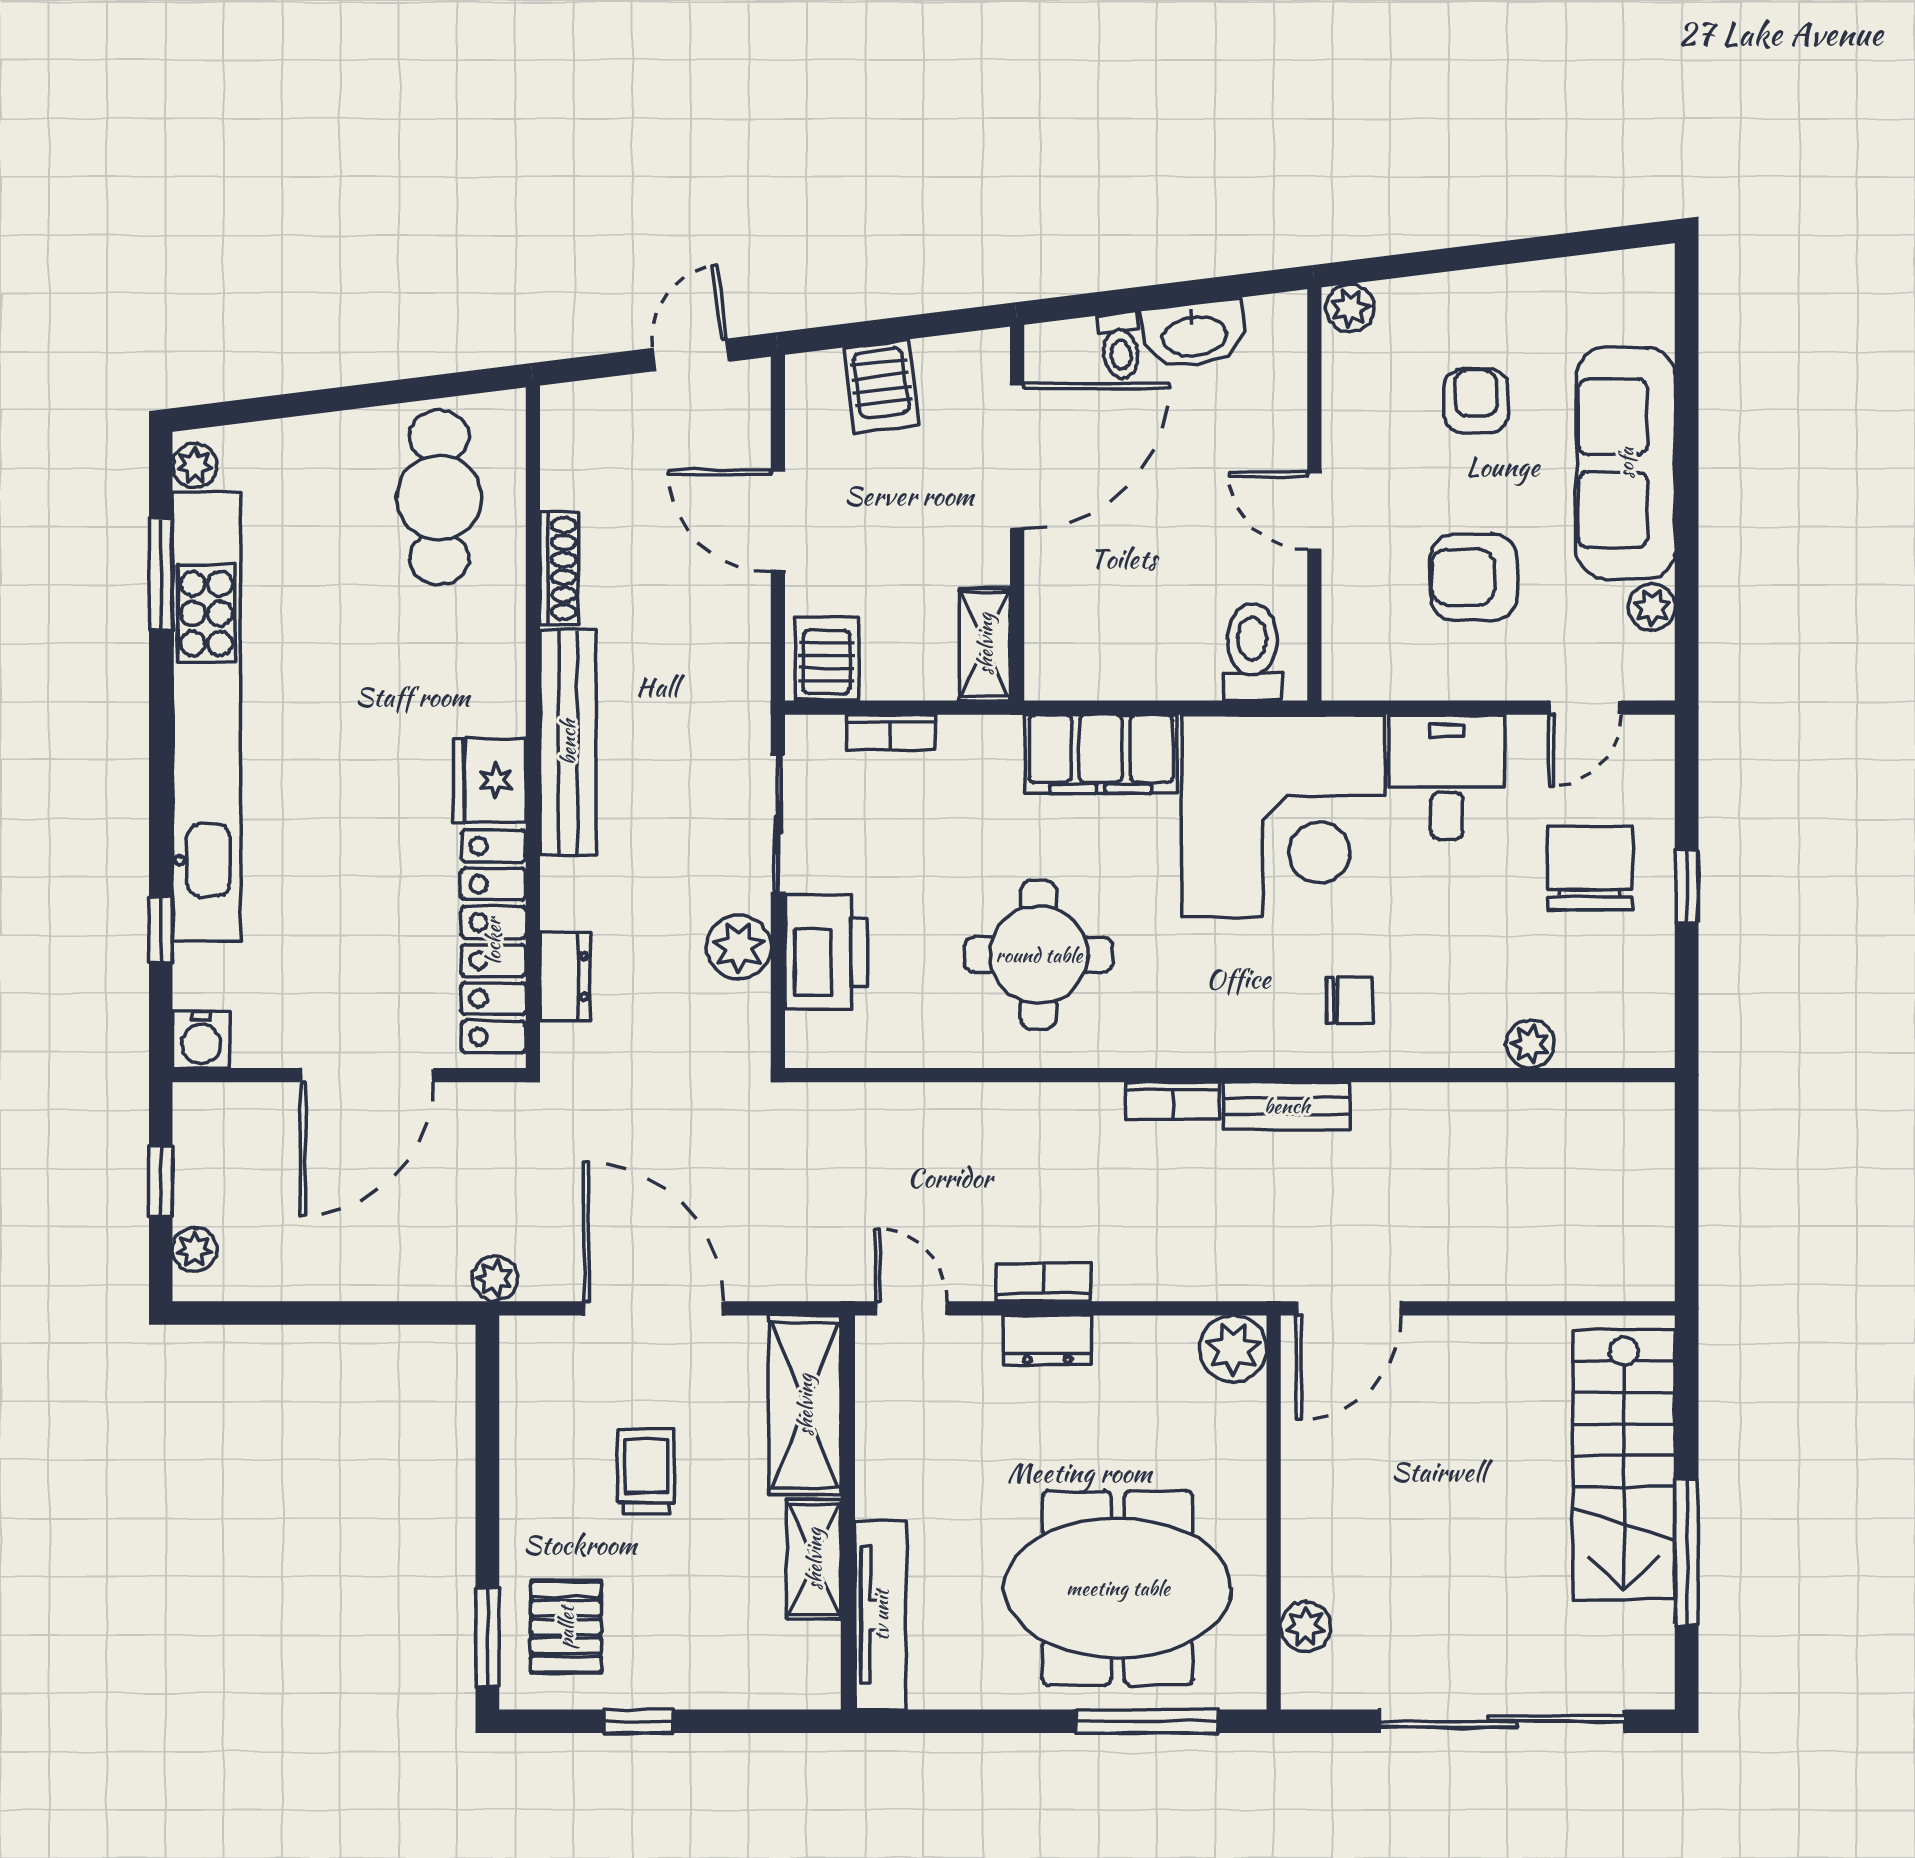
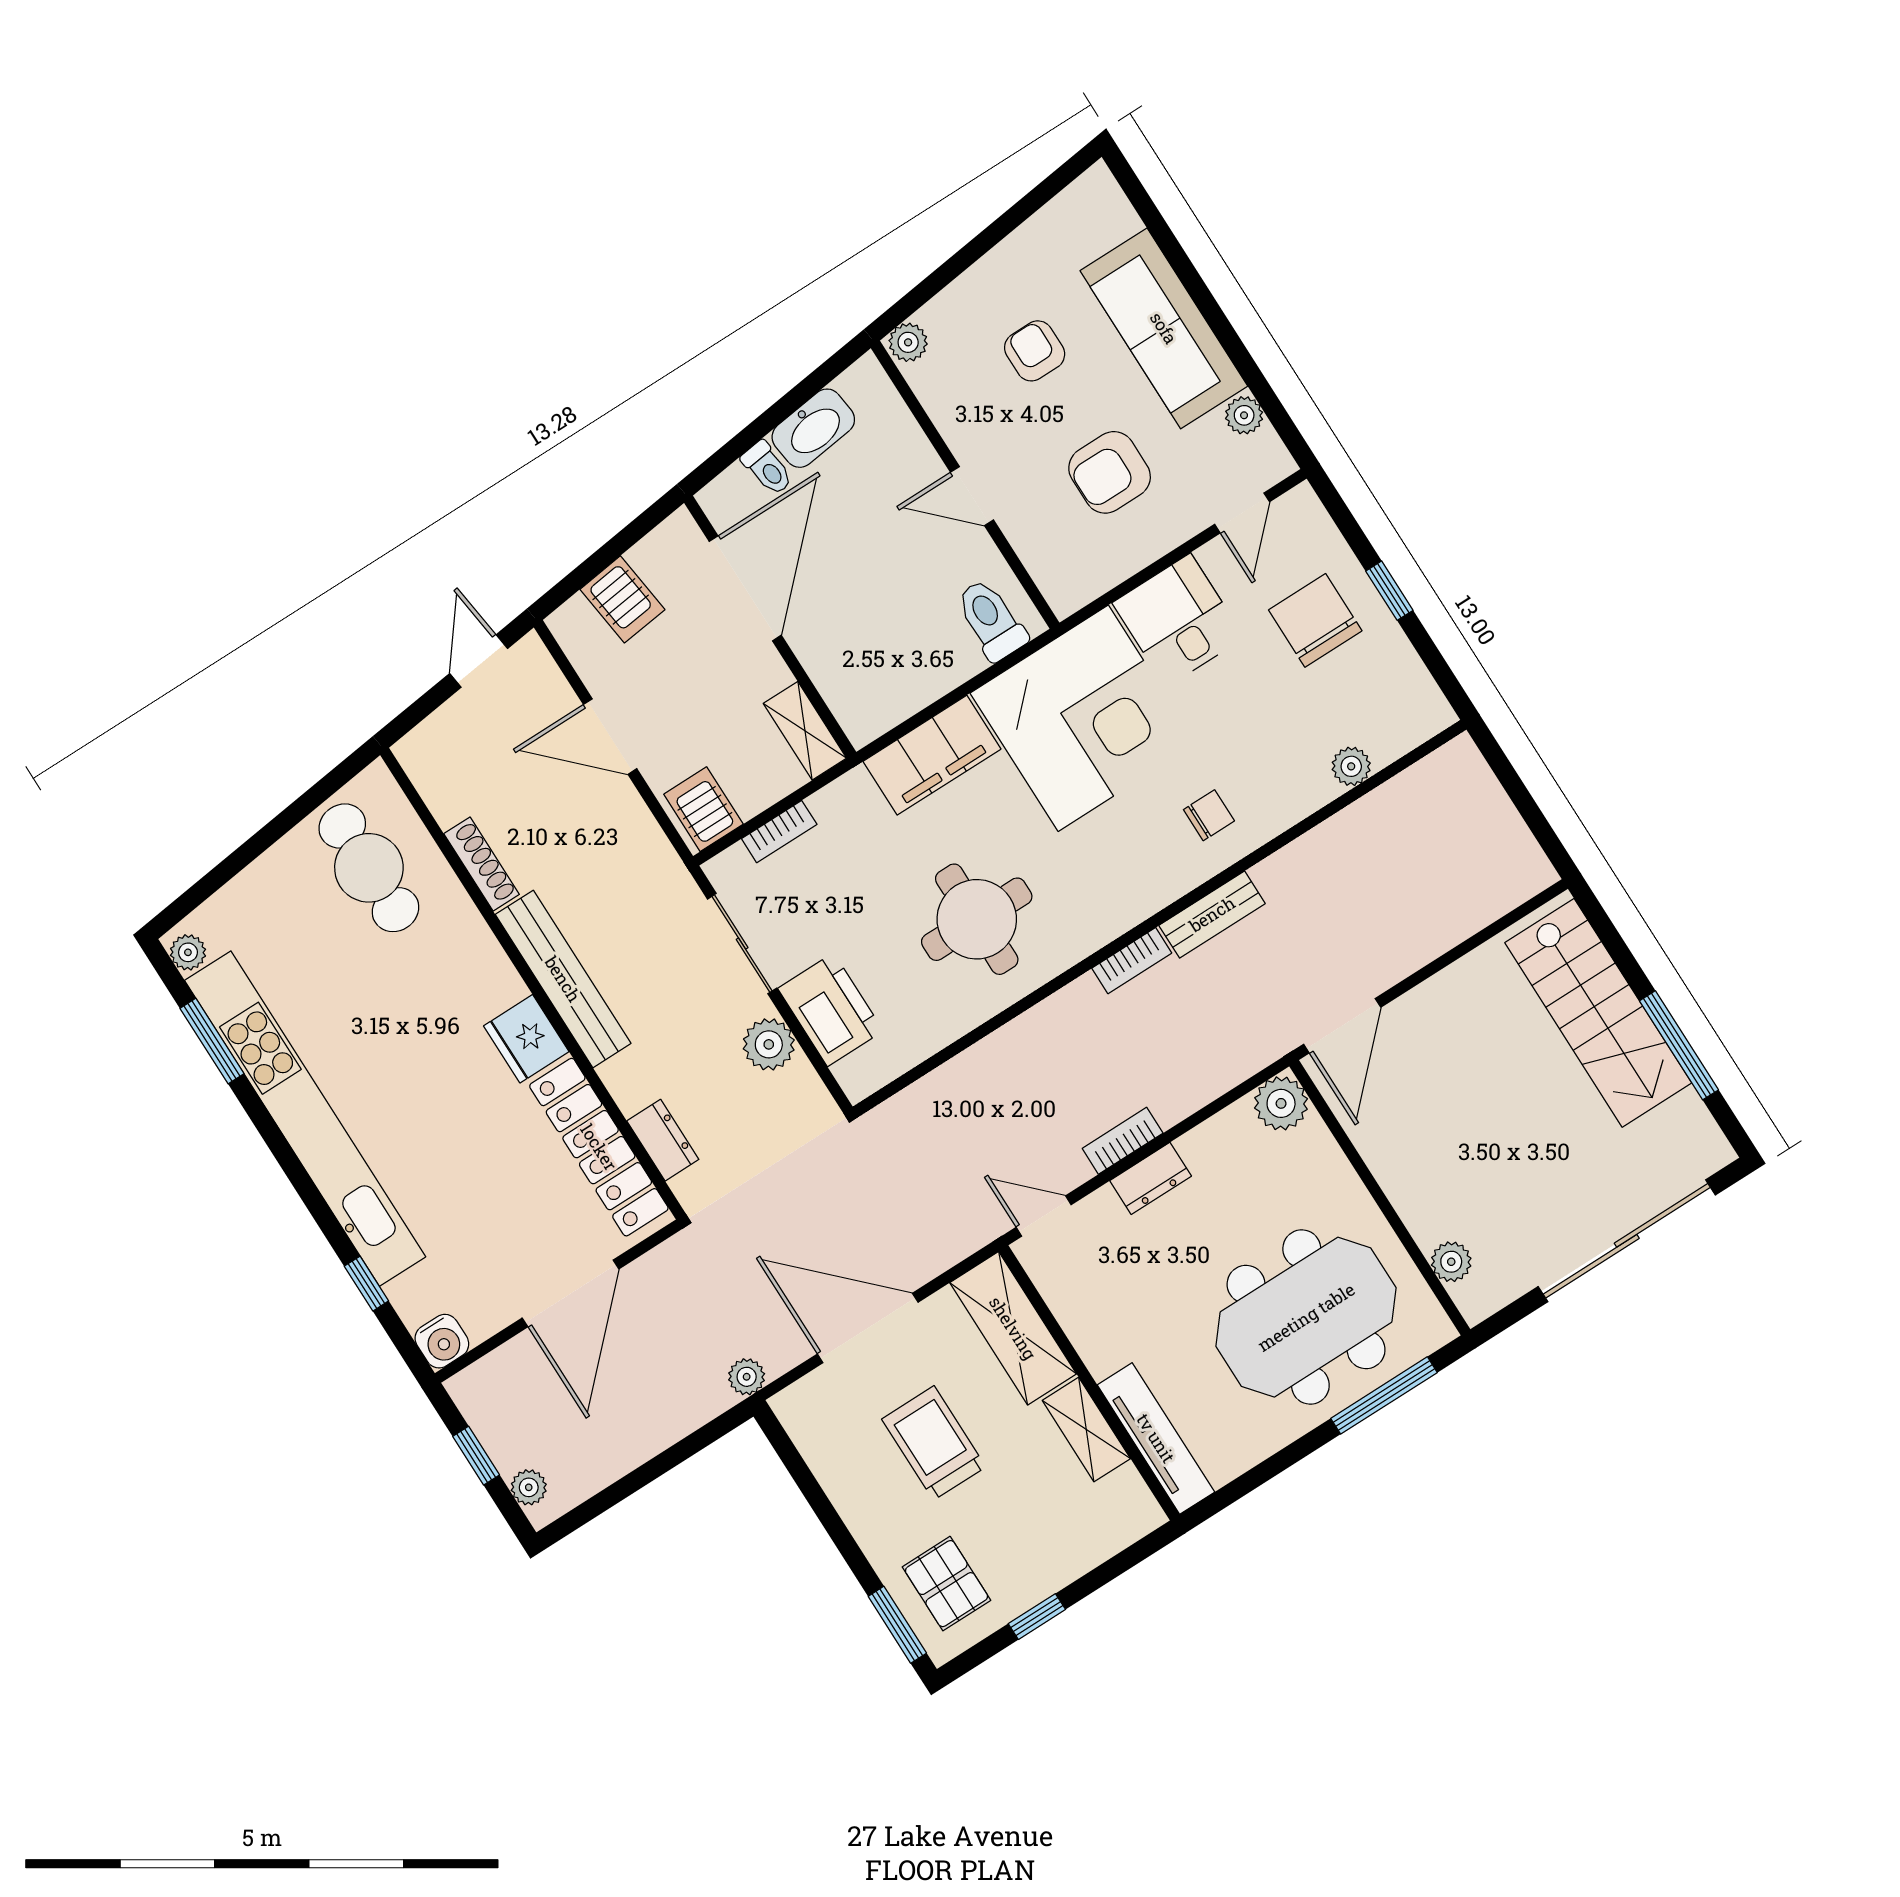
trolley: (646, 1472) -> (934, 1443), width x1.36, depth x1.39

